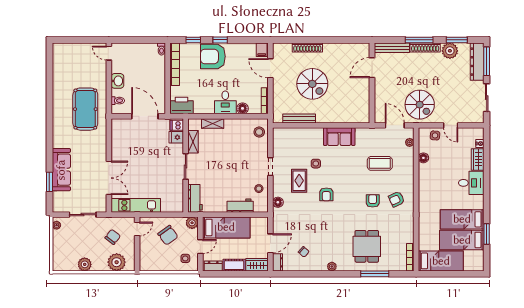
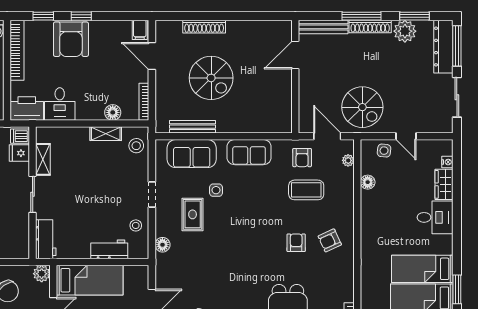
armchair: (213, 56) -> (71, 39), turned -90
desk: (225, 102) -> (60, 104), moved
shelving: (213, 123) -> (106, 134), moved
sofa: (298, 138) -> (192, 154), added
armchair: (326, 194) -> (302, 158), moved

